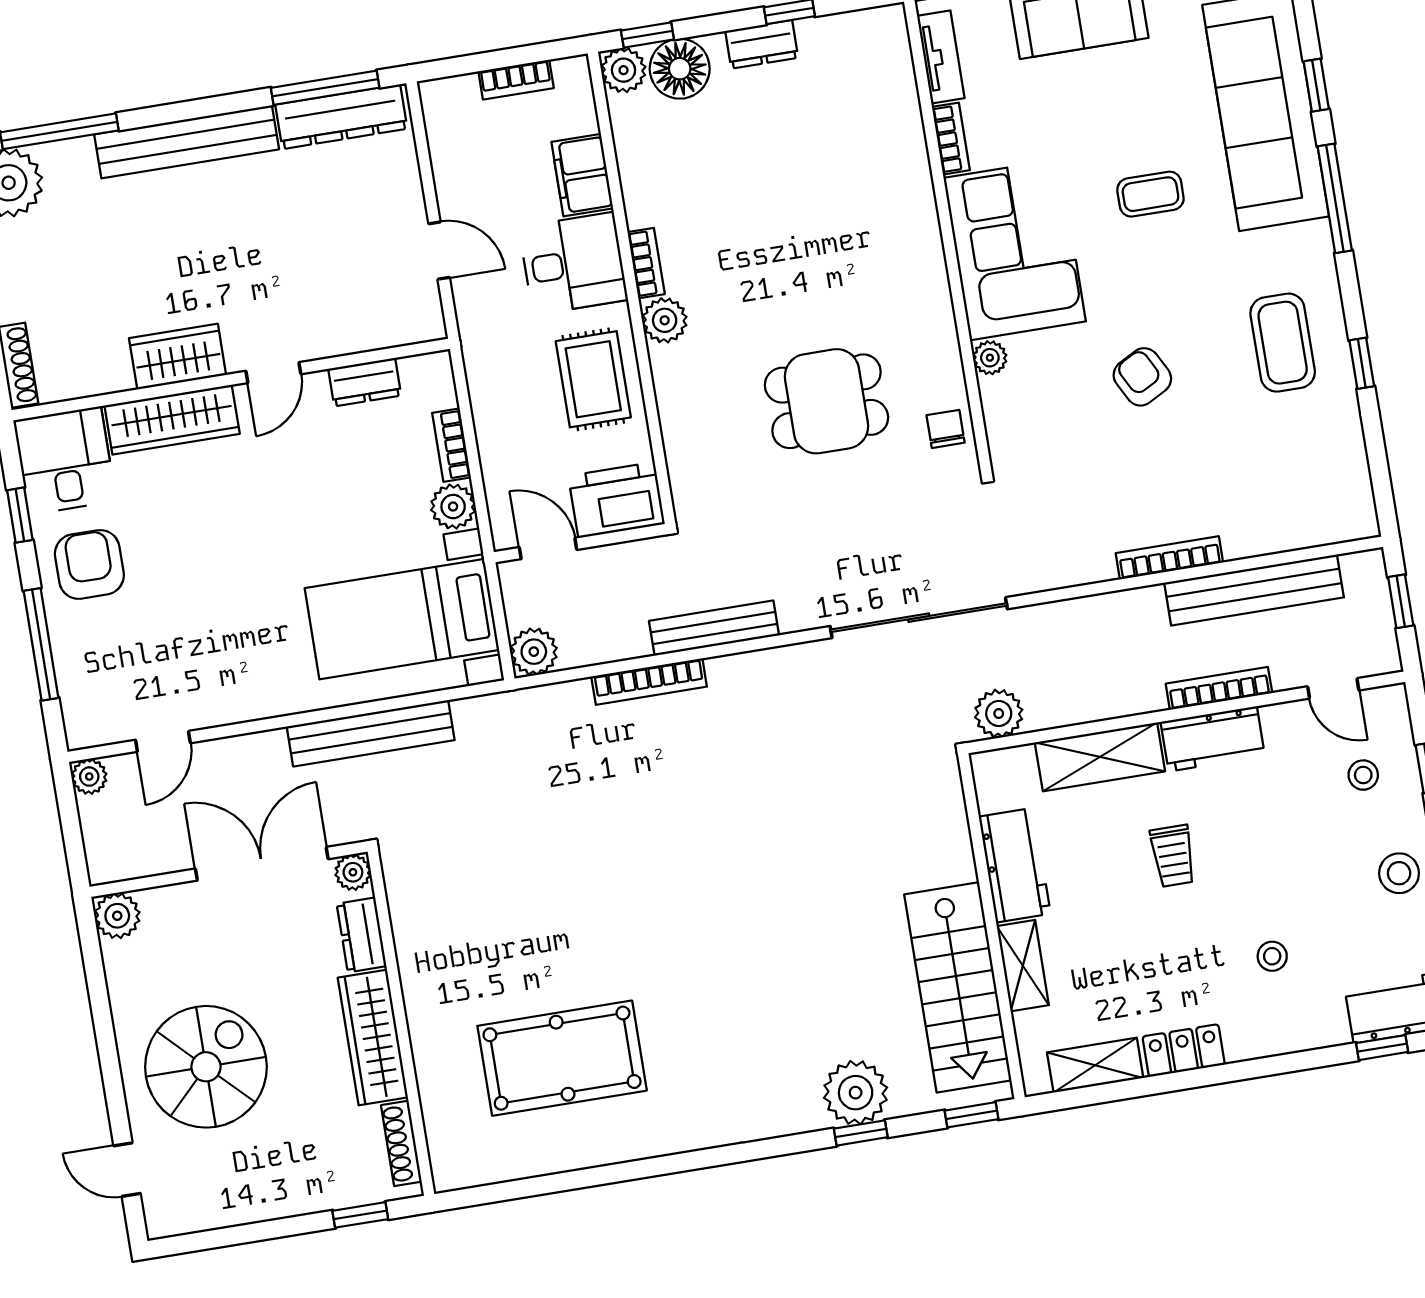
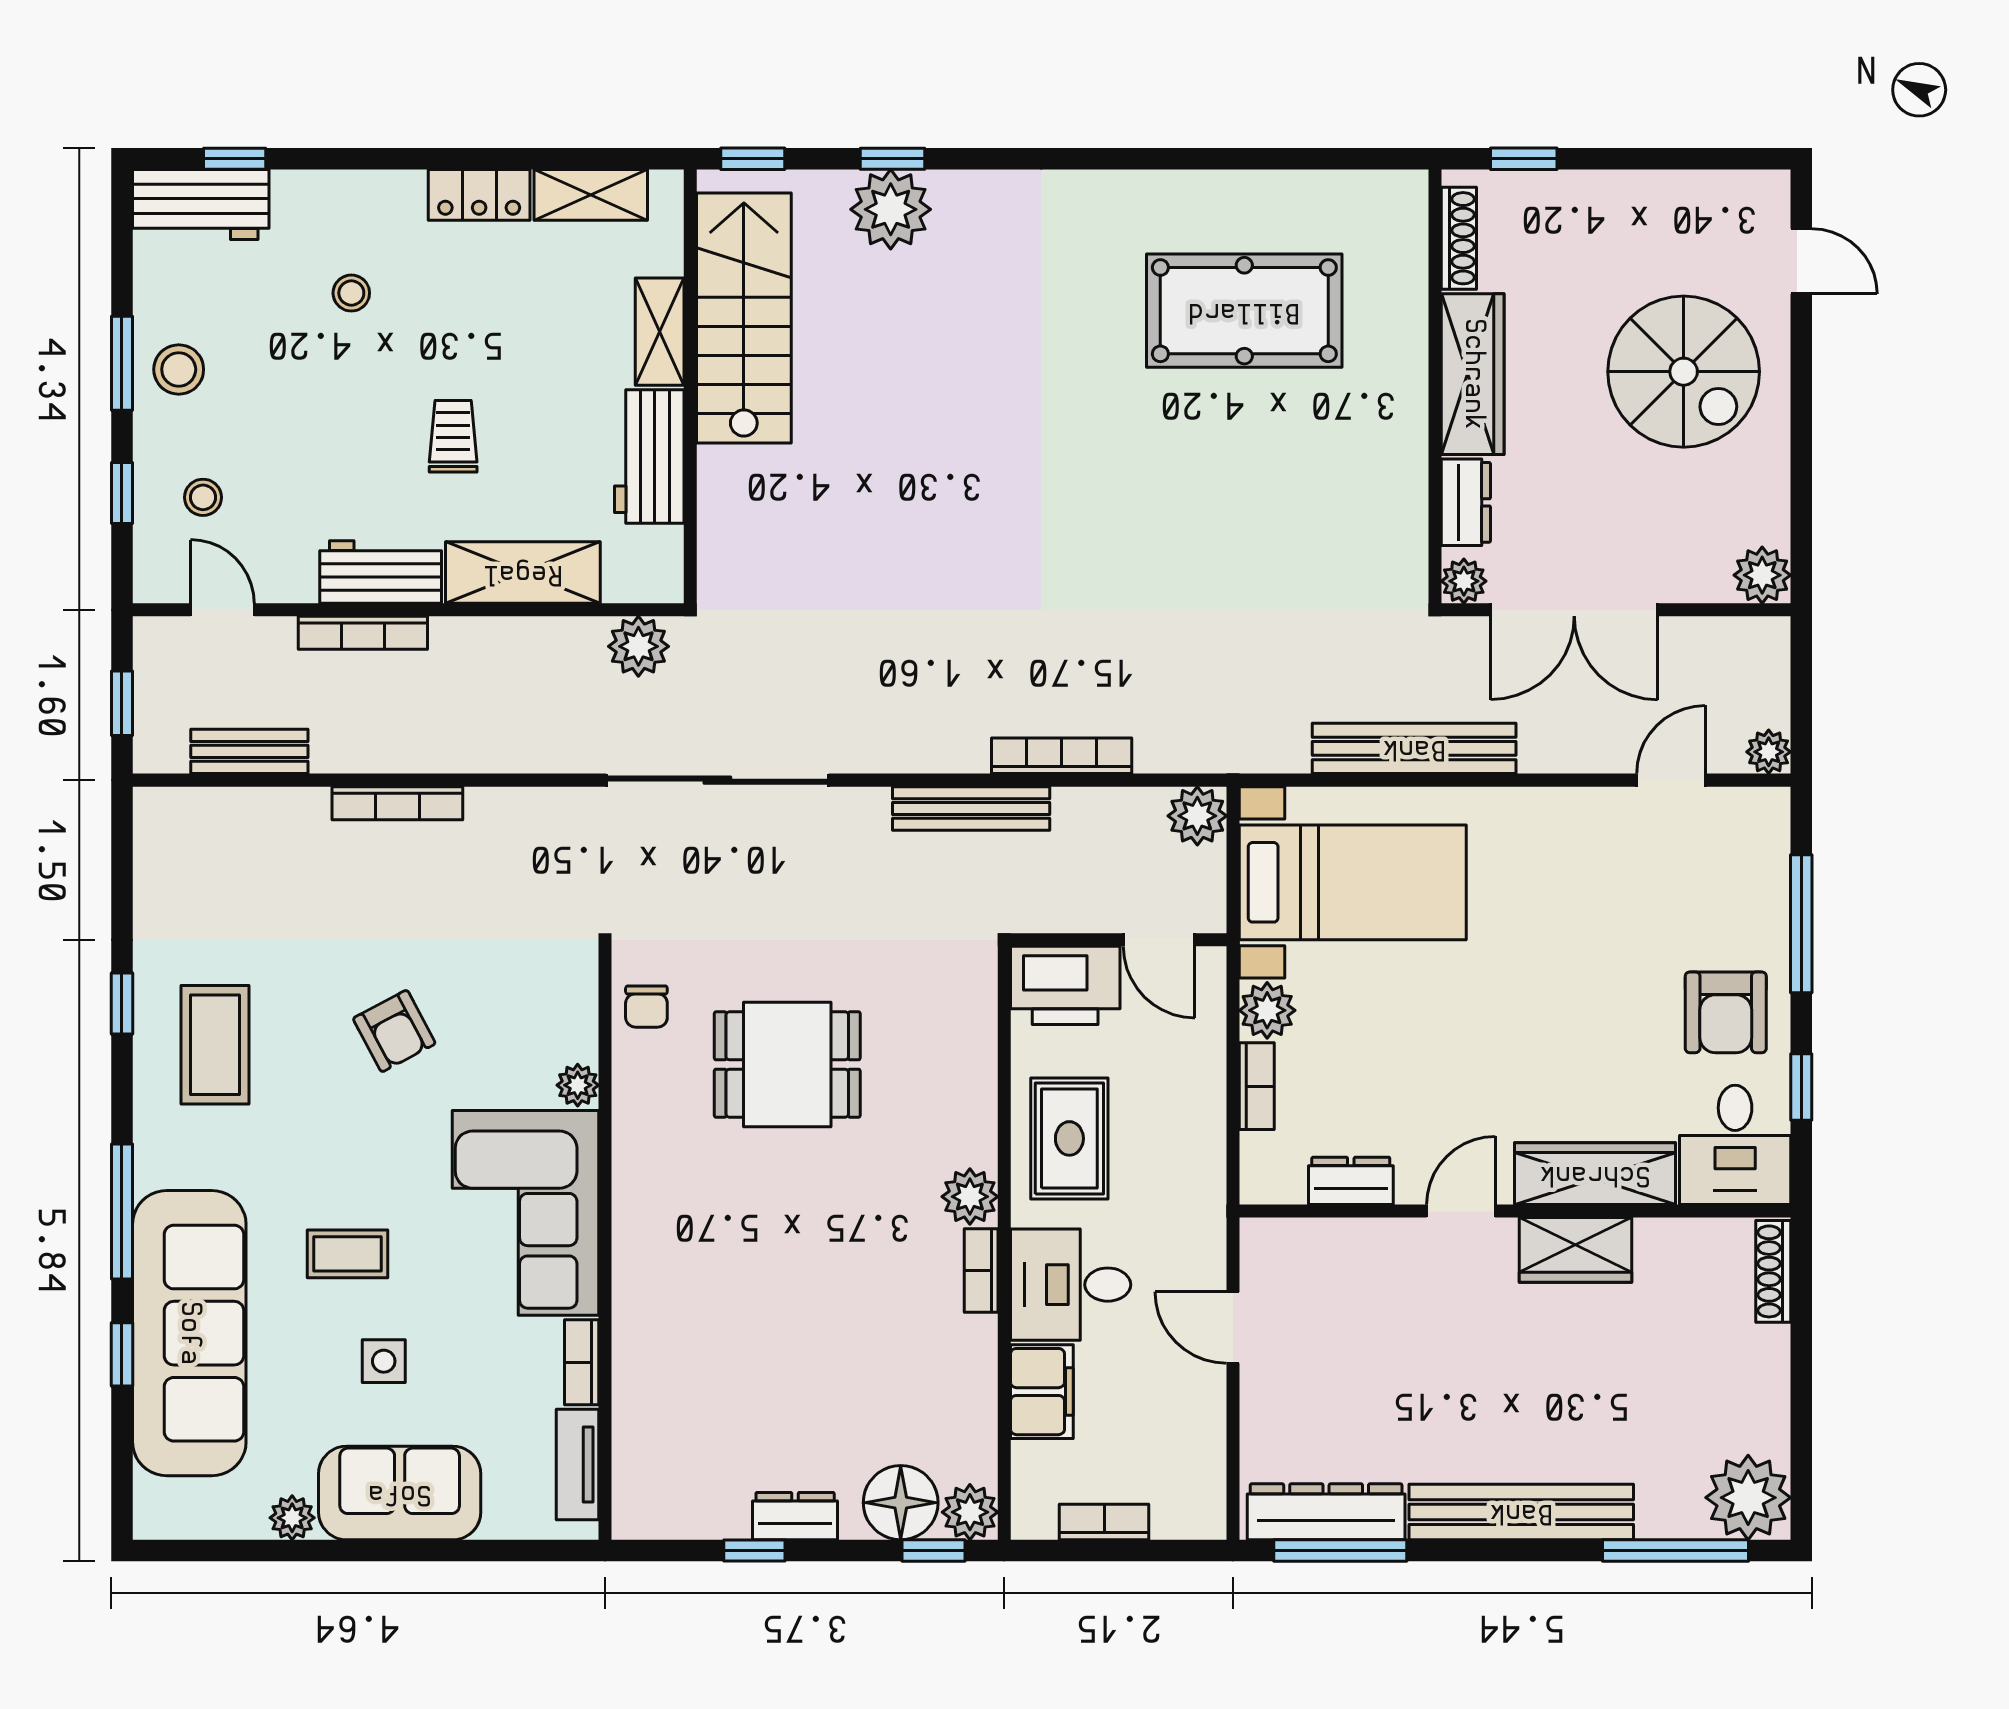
side table: (1108, 114) -> (384, 1361), added
bench: (1254, 590) -> (249, 751), width x0.54, depth x0.82
spiral stairs: (206, 1067) -> (1684, 372), turned -90

